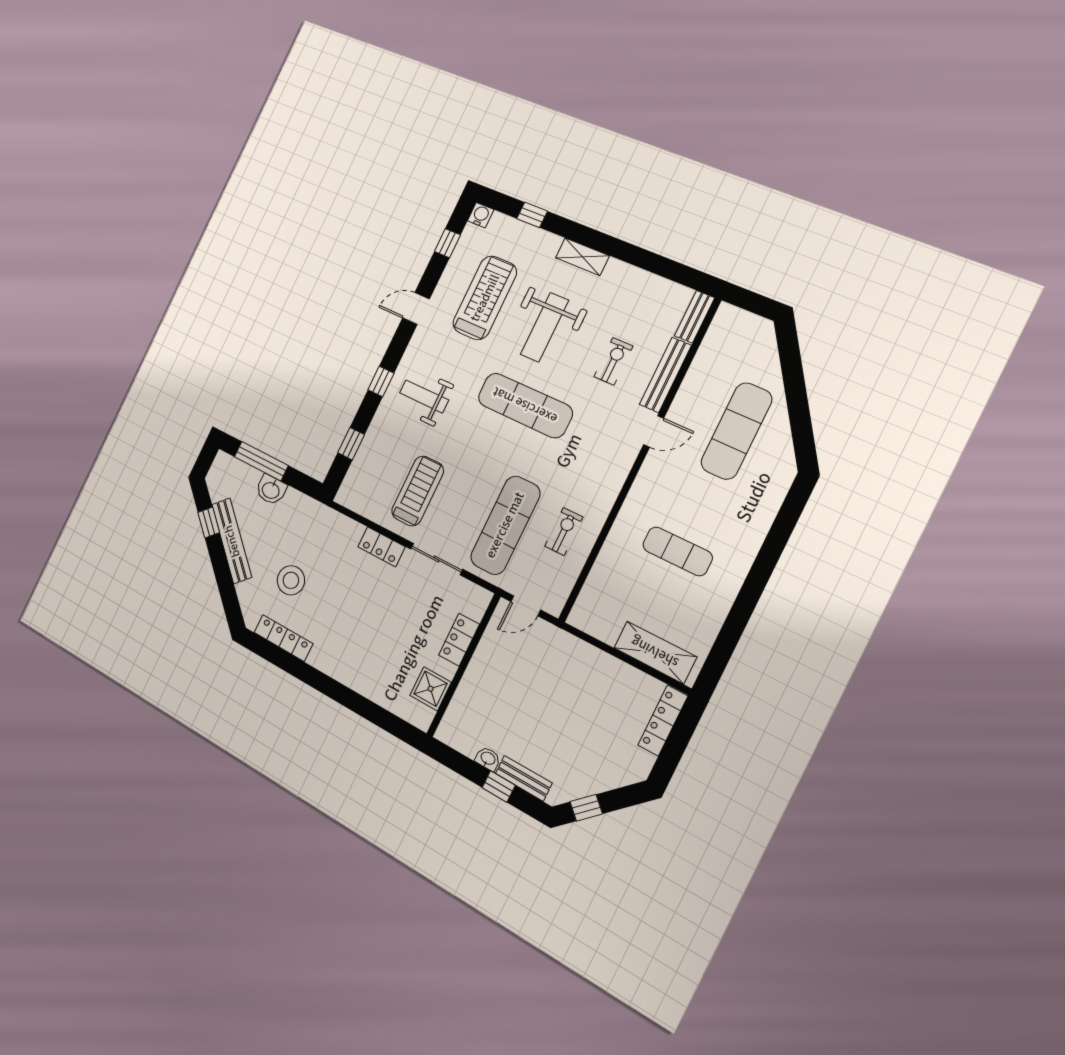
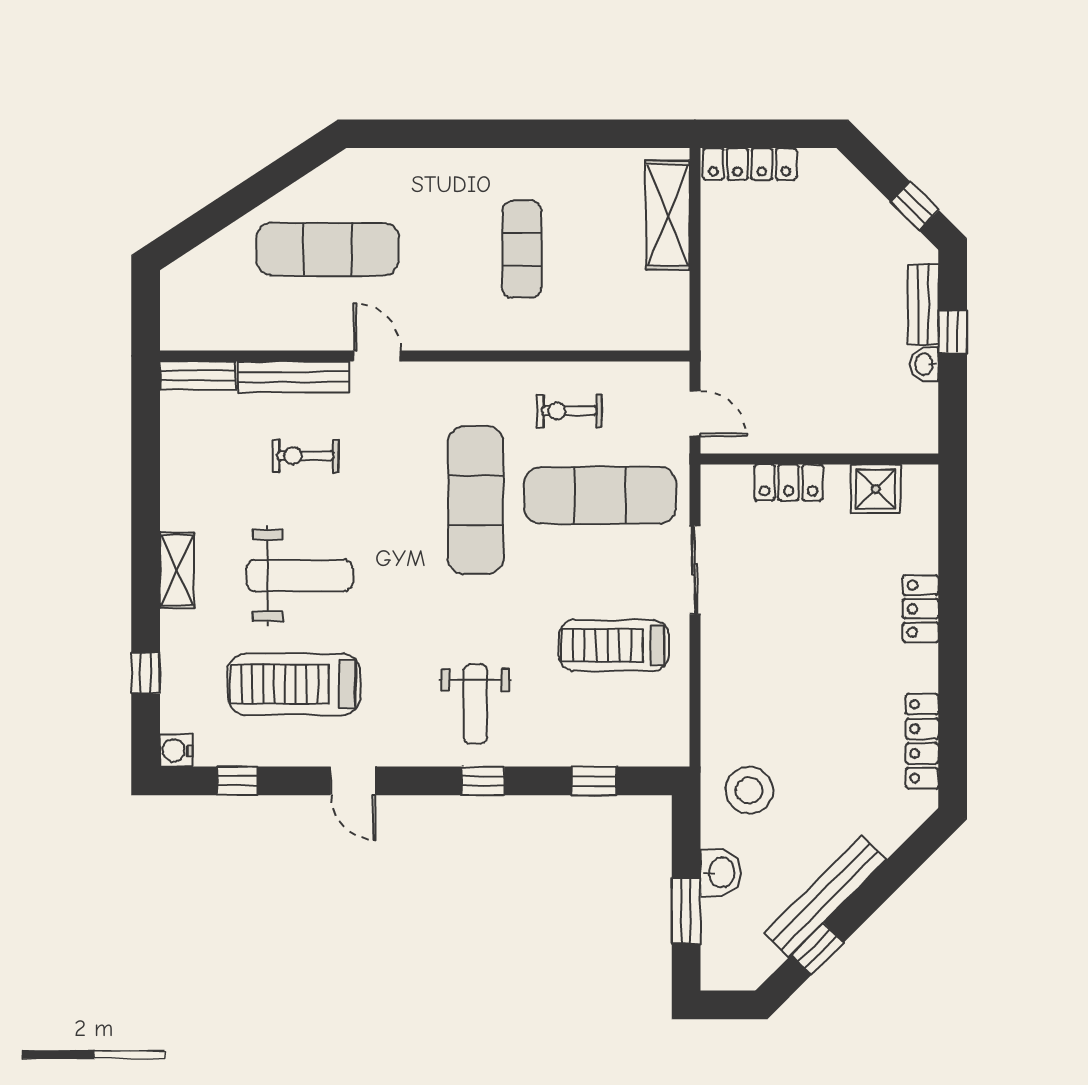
exercise mat: (525, 405) -> (476, 500), moved
window: (261, 461) -> (686, 911), width x0.69
locker: (381, 547) -> (921, 609), moved, turned 180
stool: (291, 580) -> (749, 790), moved

